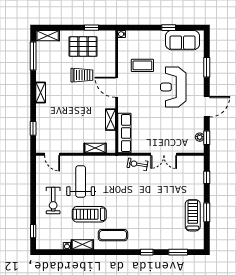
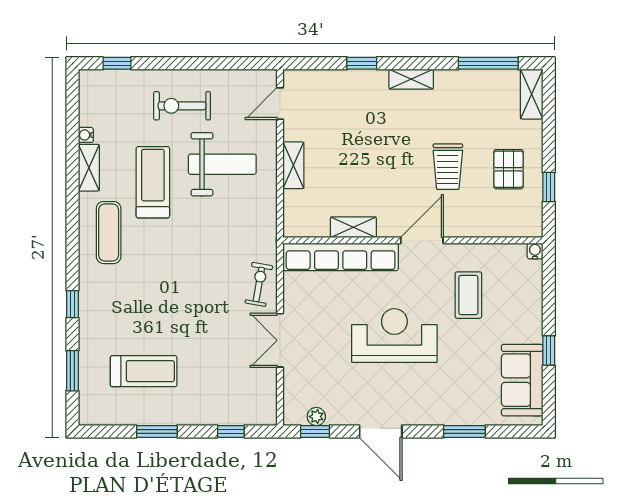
pallet: (83, 47) -> (508, 169), width x0.67, depth x0.71
reception desk: (173, 87) -> (394, 335), moved
window: (33, 128) -> (362, 63), moved
row of seats: (124, 133) -> (341, 257), width x1.36
shelving: (95, 148) -> (293, 165), moved
treadmill: (193, 215) -> (144, 371), moved

